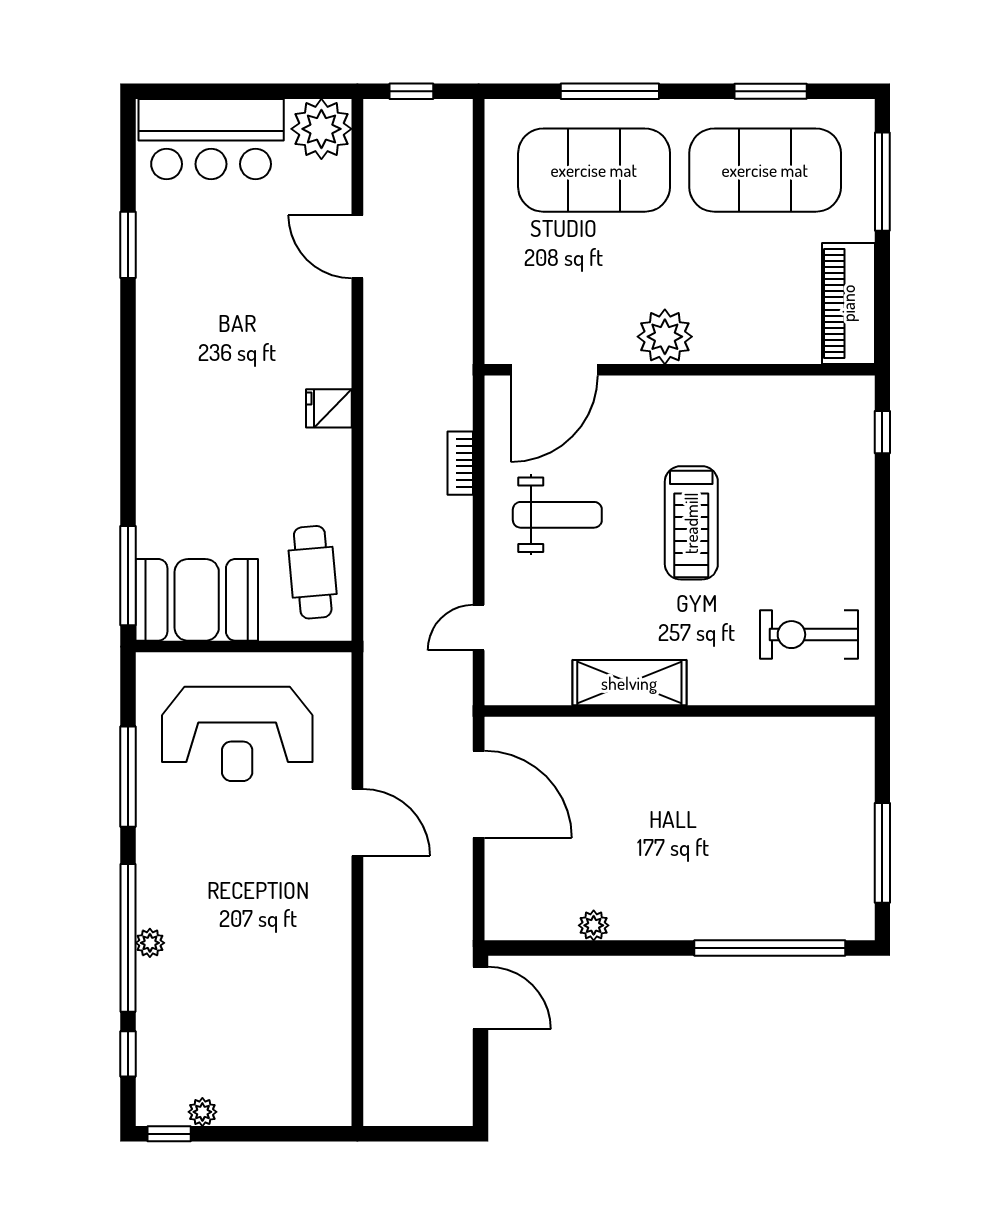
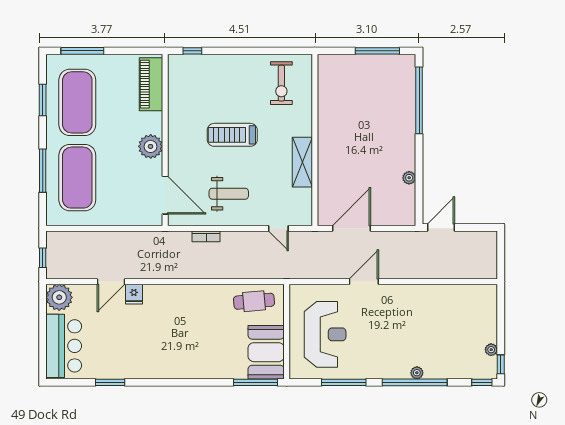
piano: (848, 303) -> (151, 84), moved, turned 90
fridge: (329, 408) -> (134, 294), moved
weight bench: (557, 515) -> (229, 194), turned 90
treadmill: (691, 523) -> (232, 135), turned 180
window: (128, 1054) -> (482, 382), moved

